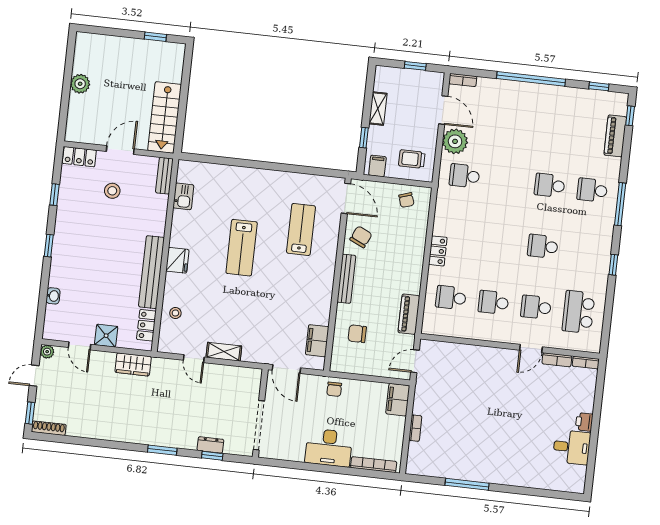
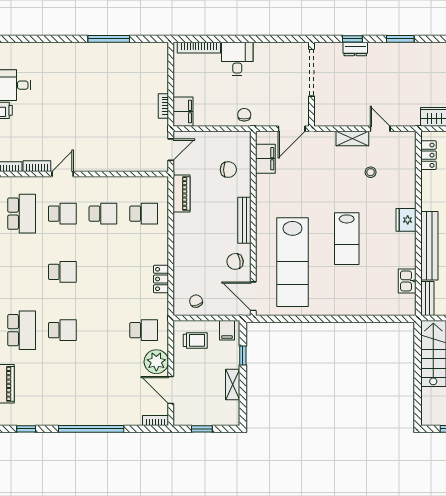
school desk: (592, 190) -> (22, 330), width x1.85
lab bench: (301, 229) -> (293, 262), width x1.86, depth x1.39
chair: (361, 237) -> (235, 261), turned 56
lab bench: (242, 248) -> (347, 239), turned 180
locker: (438, 251) -> (161, 279), moved
bench: (151, 272) -> (429, 246), moved
stool: (175, 313) -> (371, 172), moved
door: (286, 369) -> (292, 129), swing flipped
bookcase: (415, 428) -> (163, 106), moved
desk: (329, 448) -> (237, 59), width x0.73

